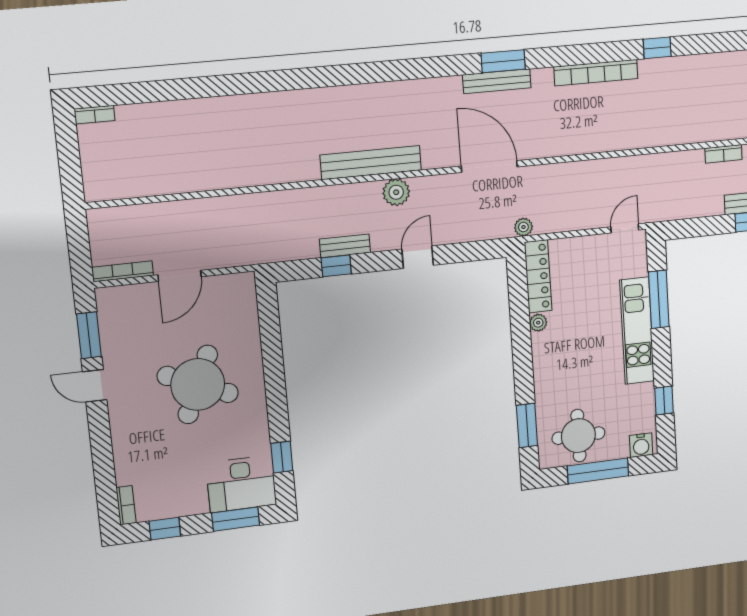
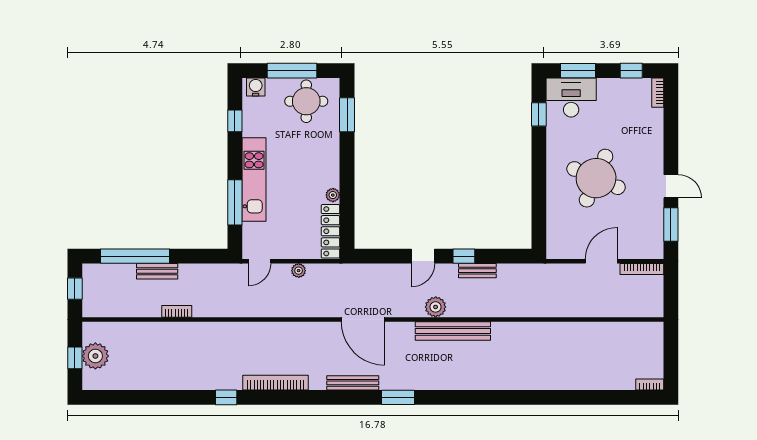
window: (503, 61) -> (398, 397), moved
plant: (523, 227) -> (299, 271), moved
window: (336, 266) -> (464, 256), moved

